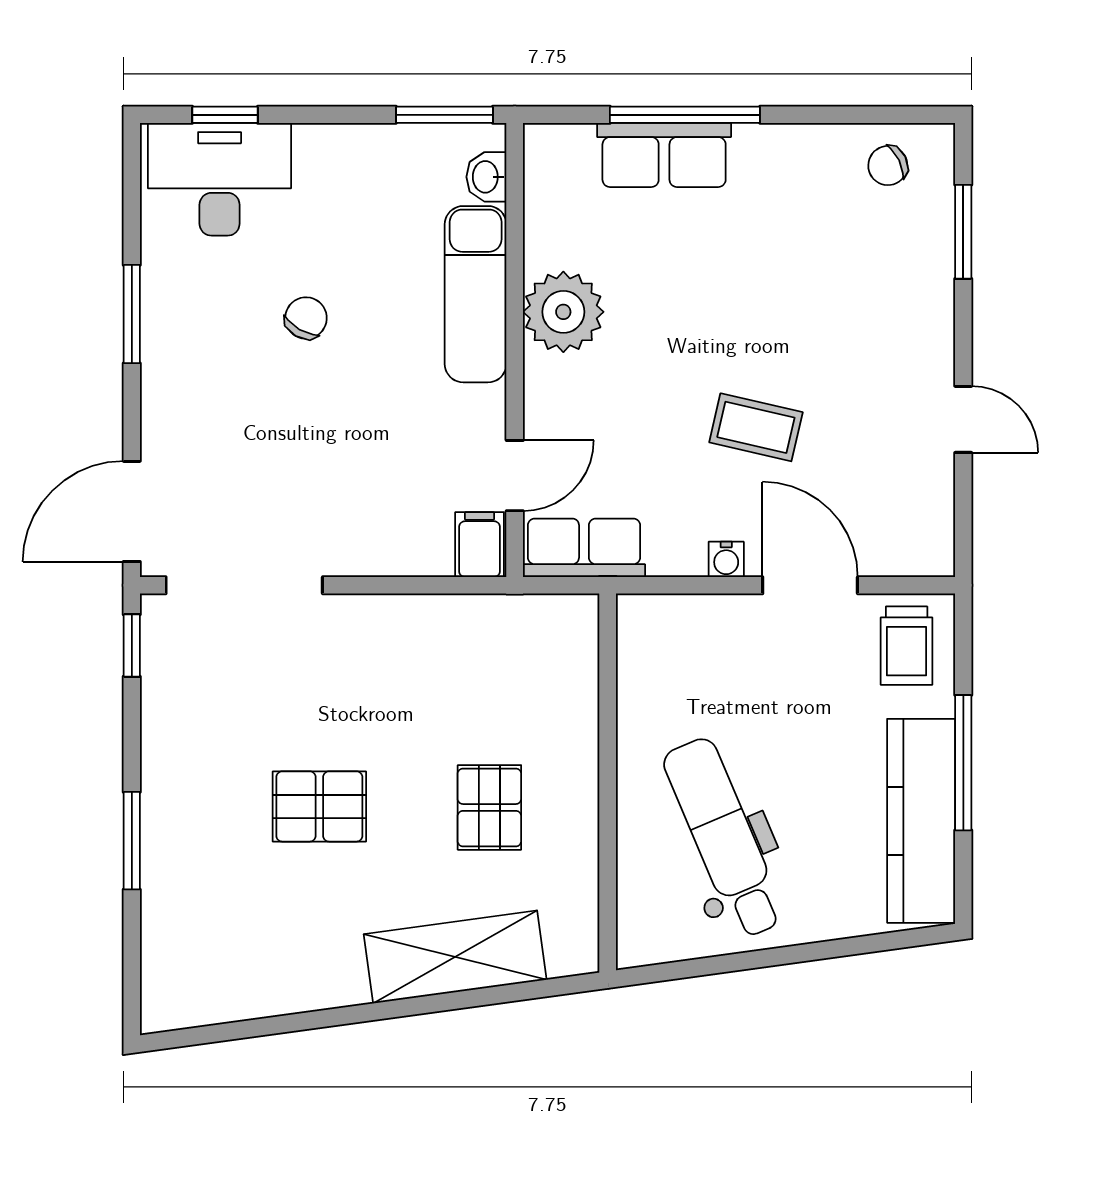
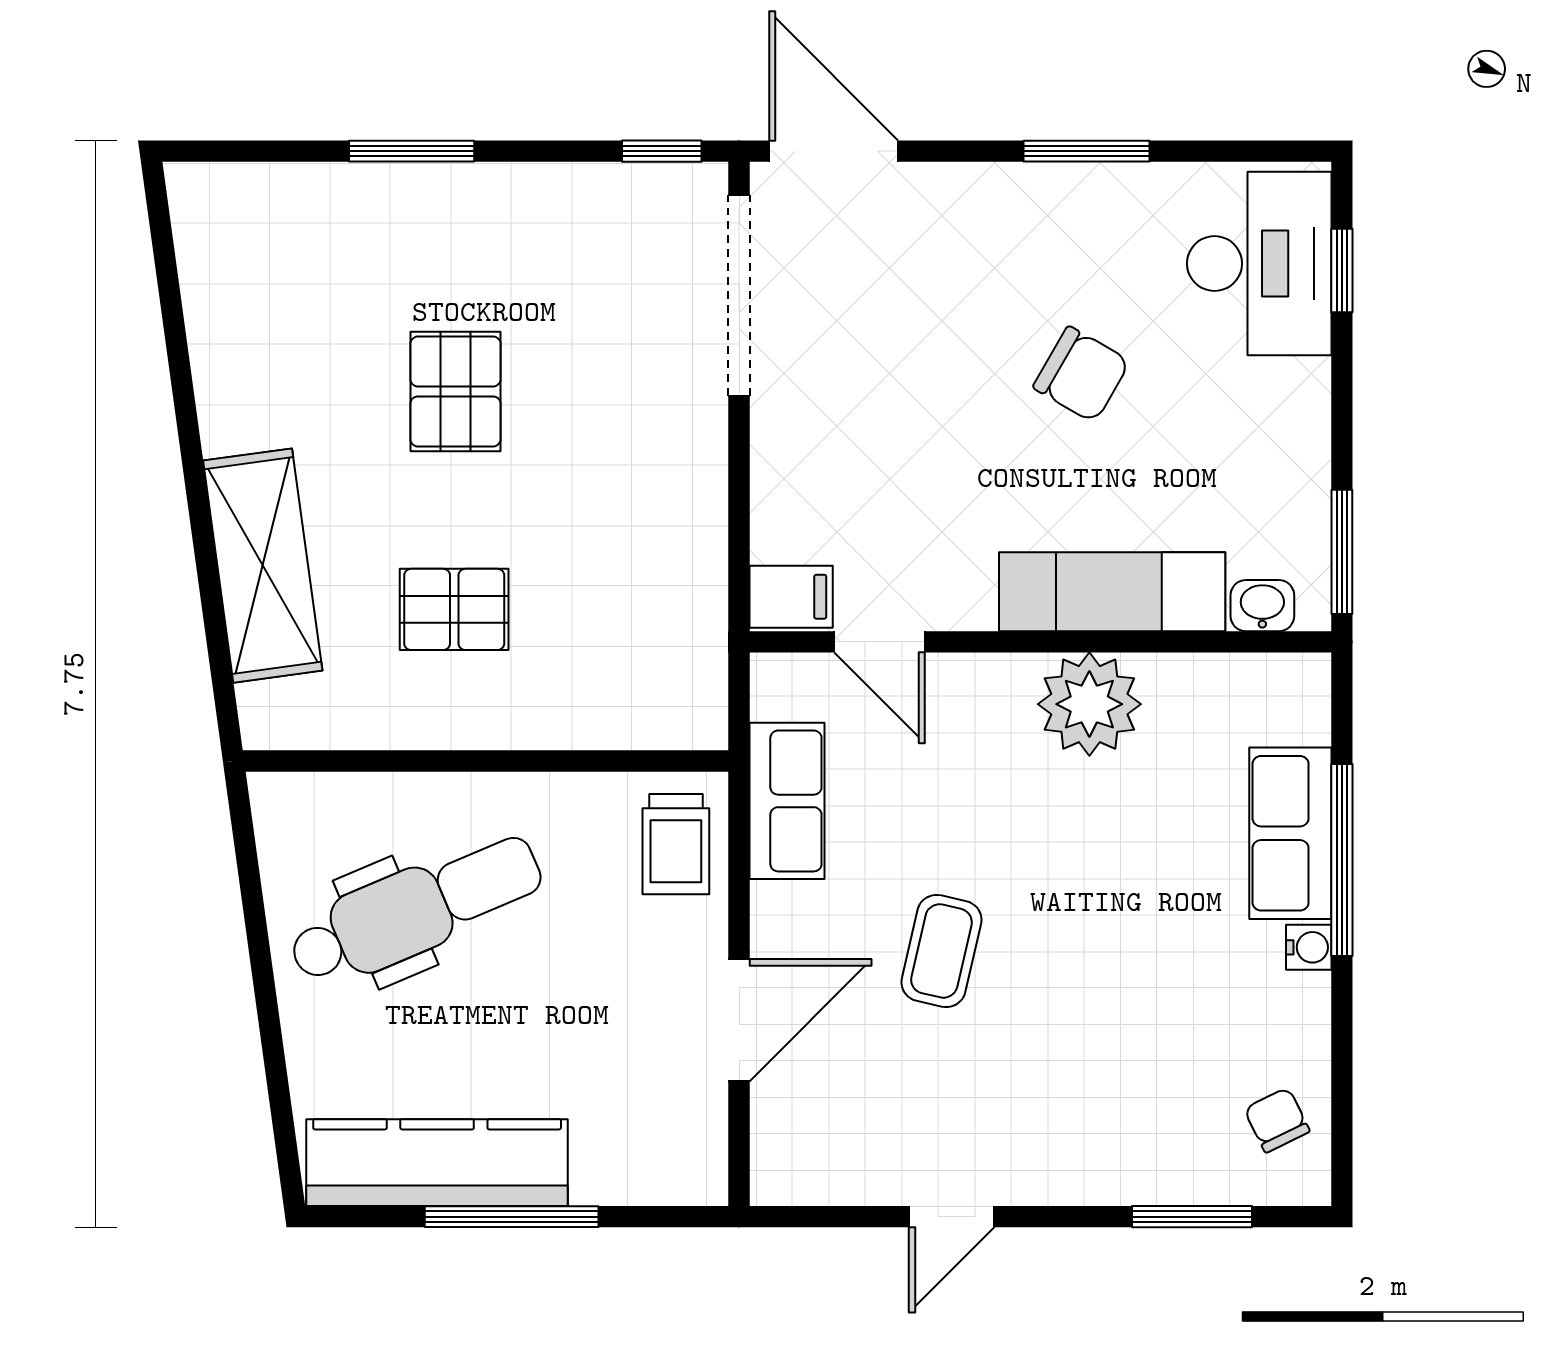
chair: (306, 318) -> (1081, 374), width x1.37, depth x1.37
row of seats: (584, 548) -> (787, 801), moved
water cooler: (726, 559) -> (1309, 947), moved, turned 180
trolley: (907, 646) -> (676, 844), moved, turned -90

